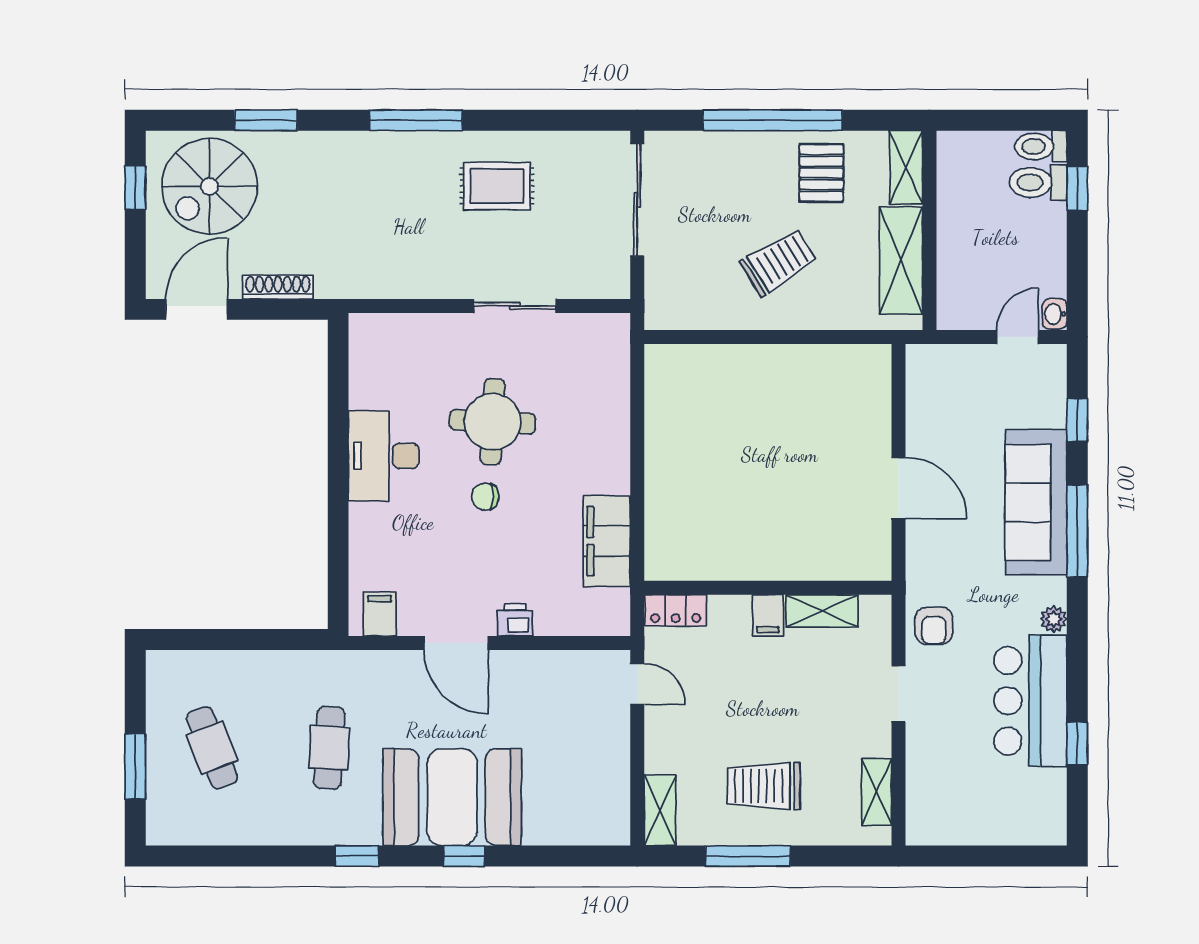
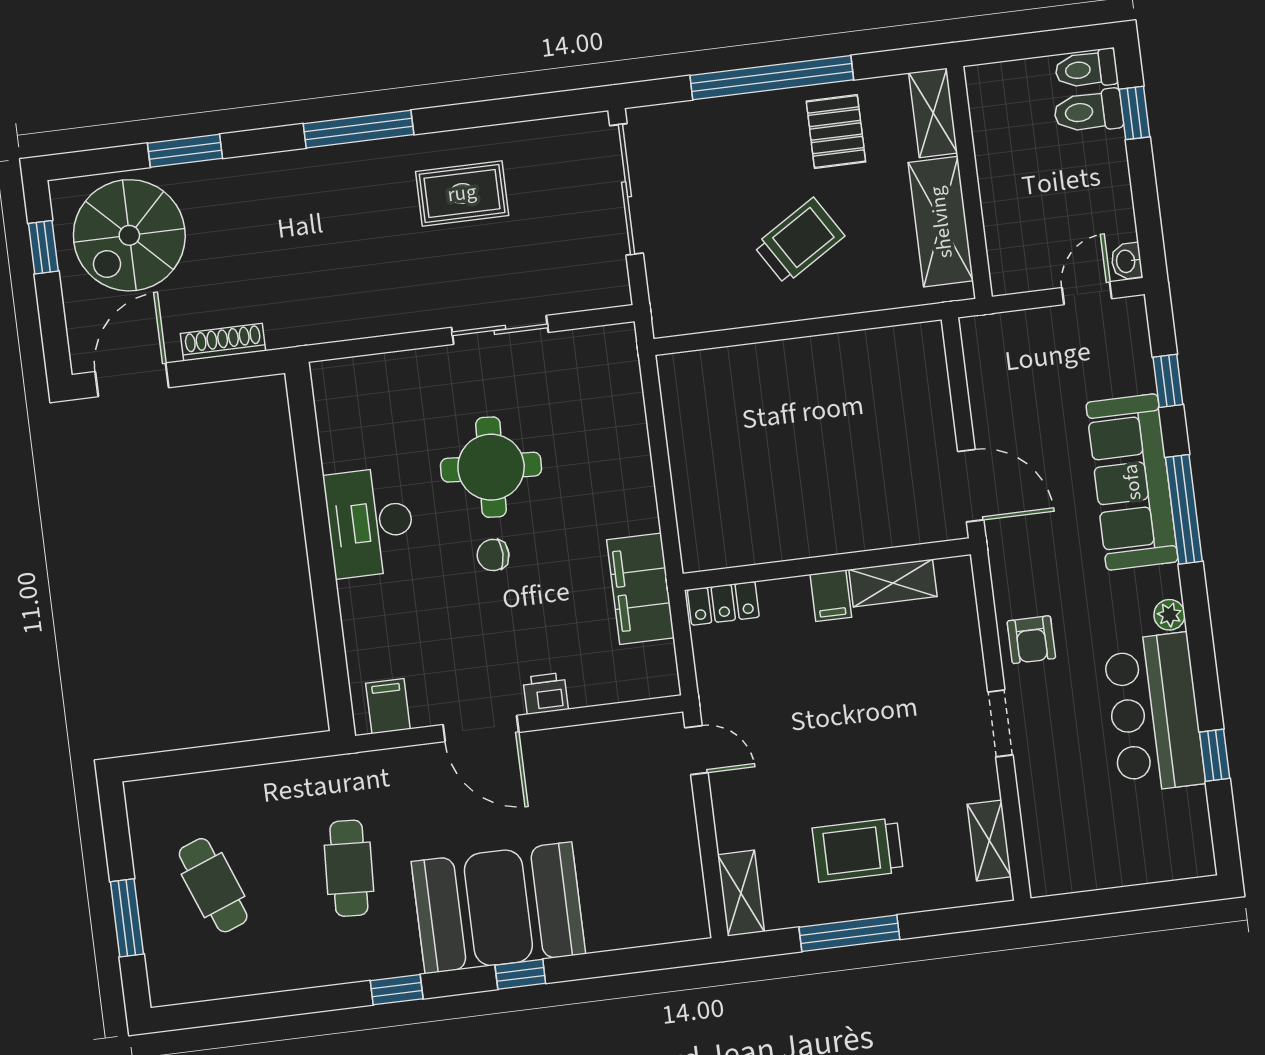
wall: (768, 588) -> (827, 564), moved
locker: (676, 610) -> (723, 603), moved
shelving: (822, 611) -> (893, 583), moved
filing cabinet: (768, 615) -> (831, 596), moved

